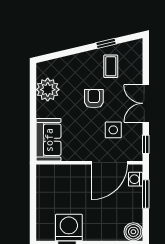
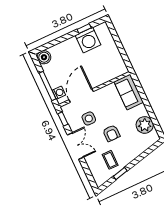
window: (146, 194) -> (48, 86), width x1.44

